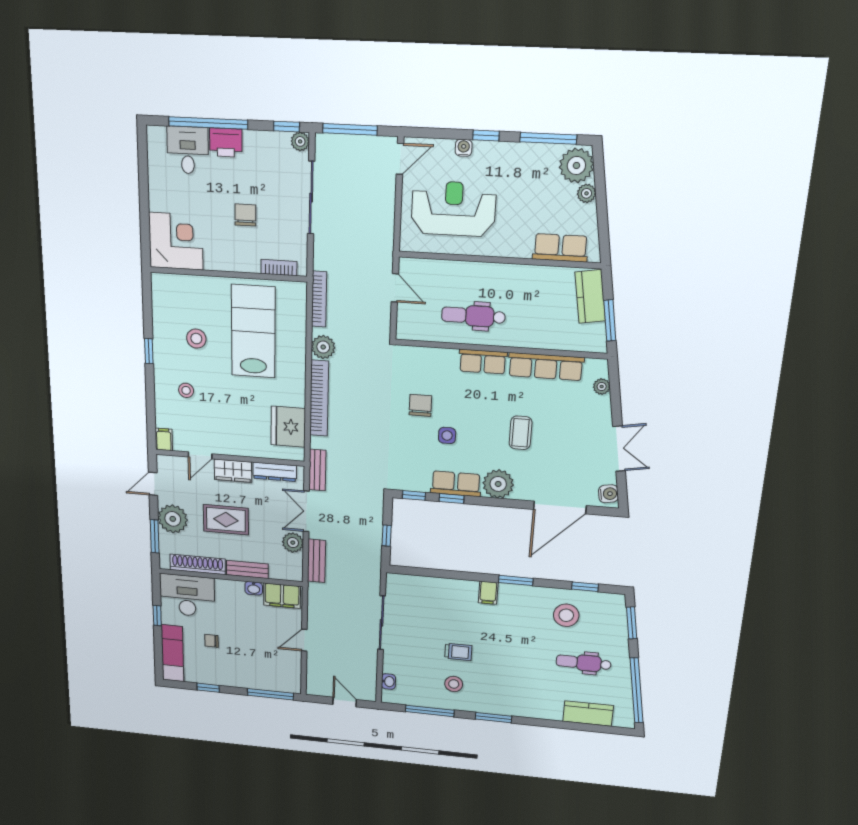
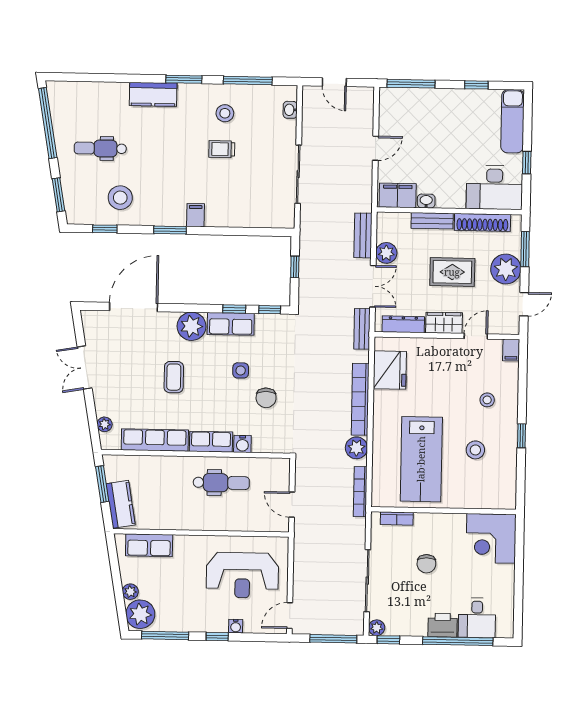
water cooler: (608, 494) -> (242, 444), moved, turned -80
chair: (211, 641) -> (471, 139), removed
dental chair: (583, 663) -> (100, 148), turned 180
kitchen counter: (588, 713) -> (153, 94), moved

